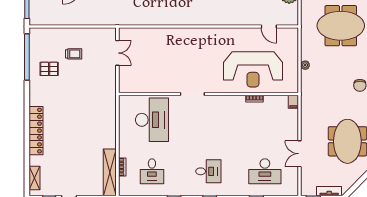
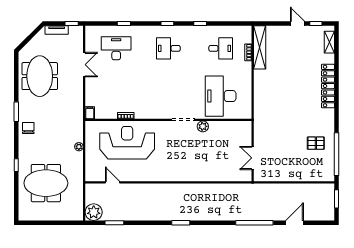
trolley: (74, 54) -> (293, 157), removed
plant: (171, 87) -> (203, 126), added
desk: (152, 171) -> (221, 48), turned 90

